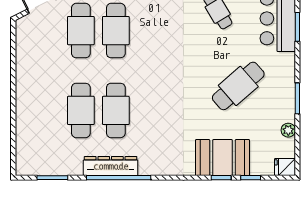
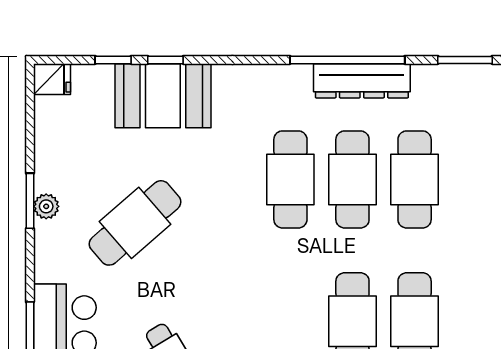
cafe table: (151, 110) -> (290, 179), added
plant: (288, 130) -> (46, 206), moved

